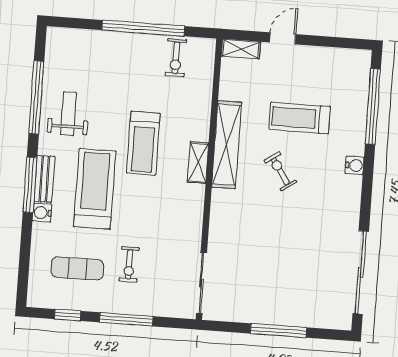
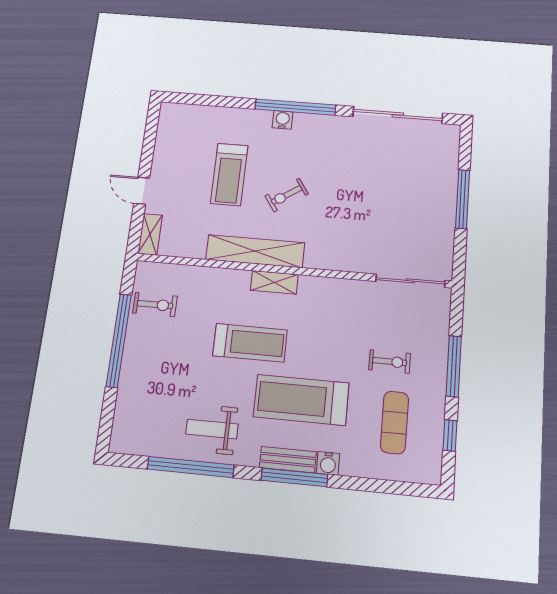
window: (373, 106) -> (295, 107), moved

